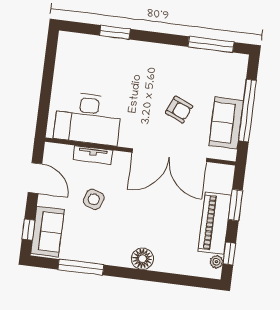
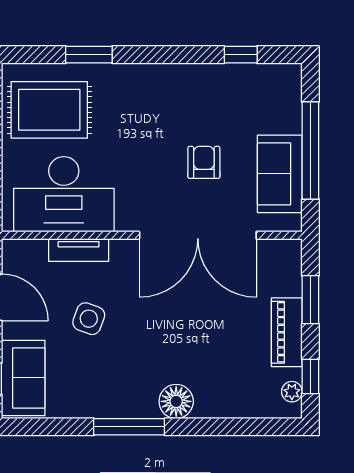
window: (211, 44) -> (241, 55), width x0.46
rug: (85, 64) -> (49, 110), added
armchair: (179, 110) -> (204, 162), turned -113
piano: (215, 223) -> (287, 332), width x0.73, depth x0.75
window: (81, 267) -> (129, 427), moved

